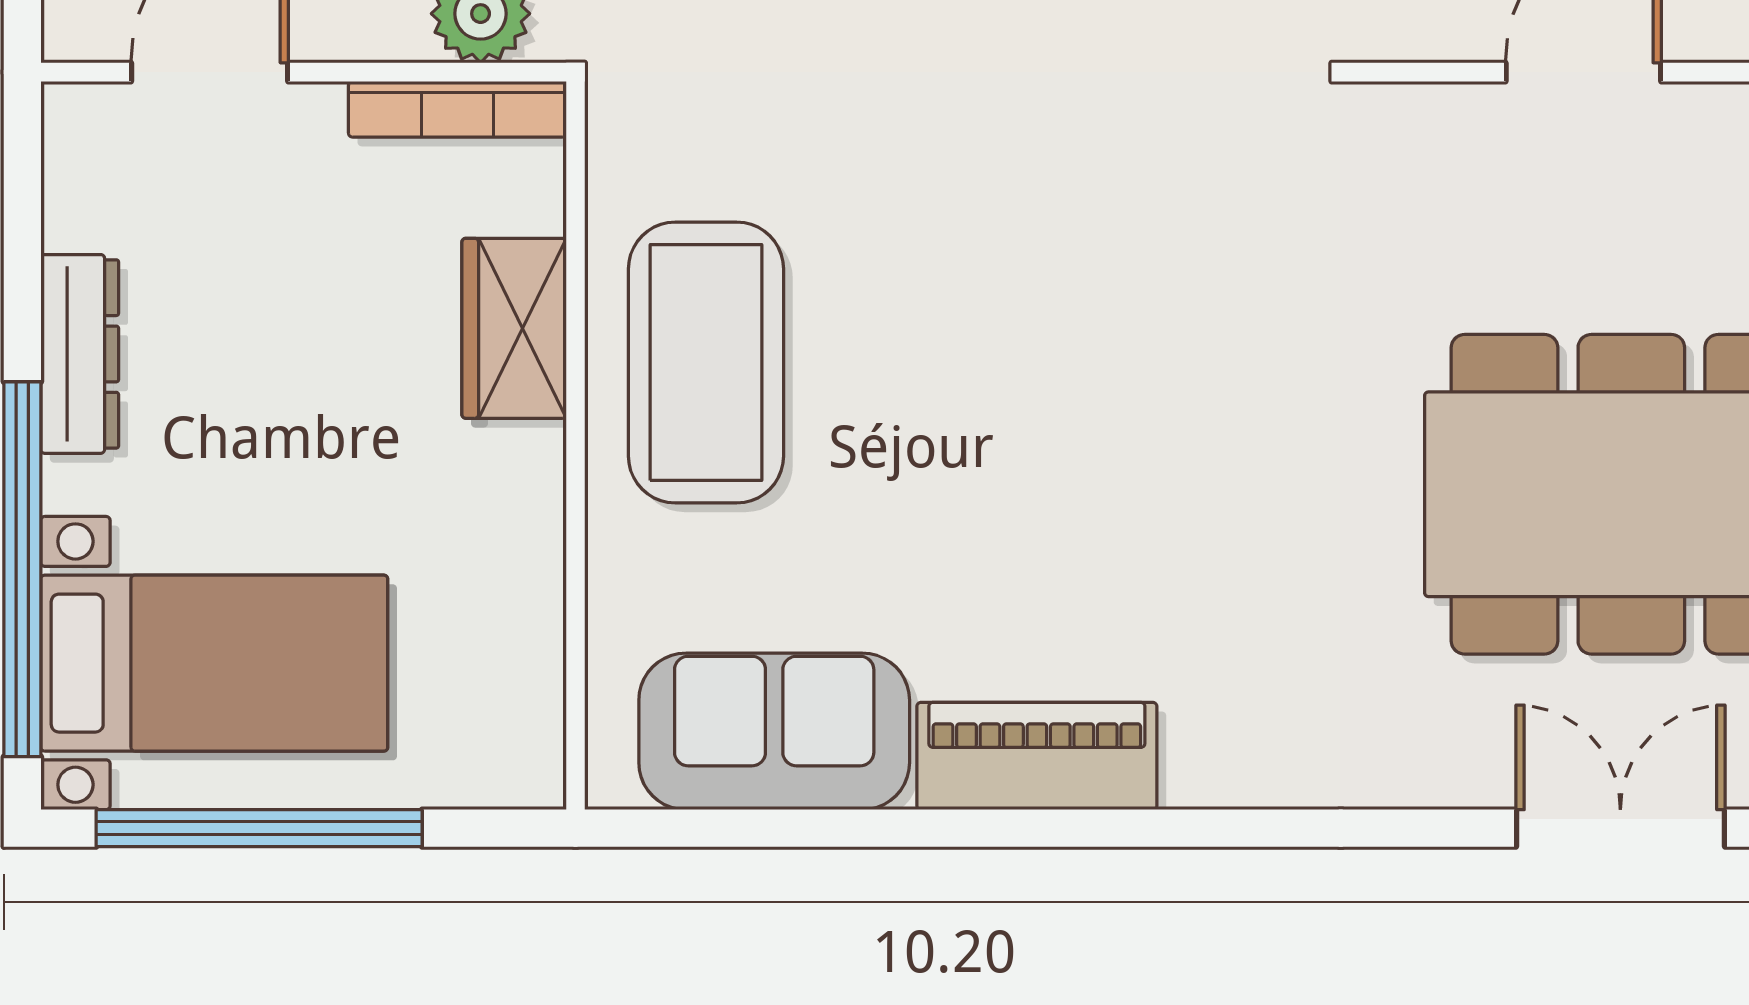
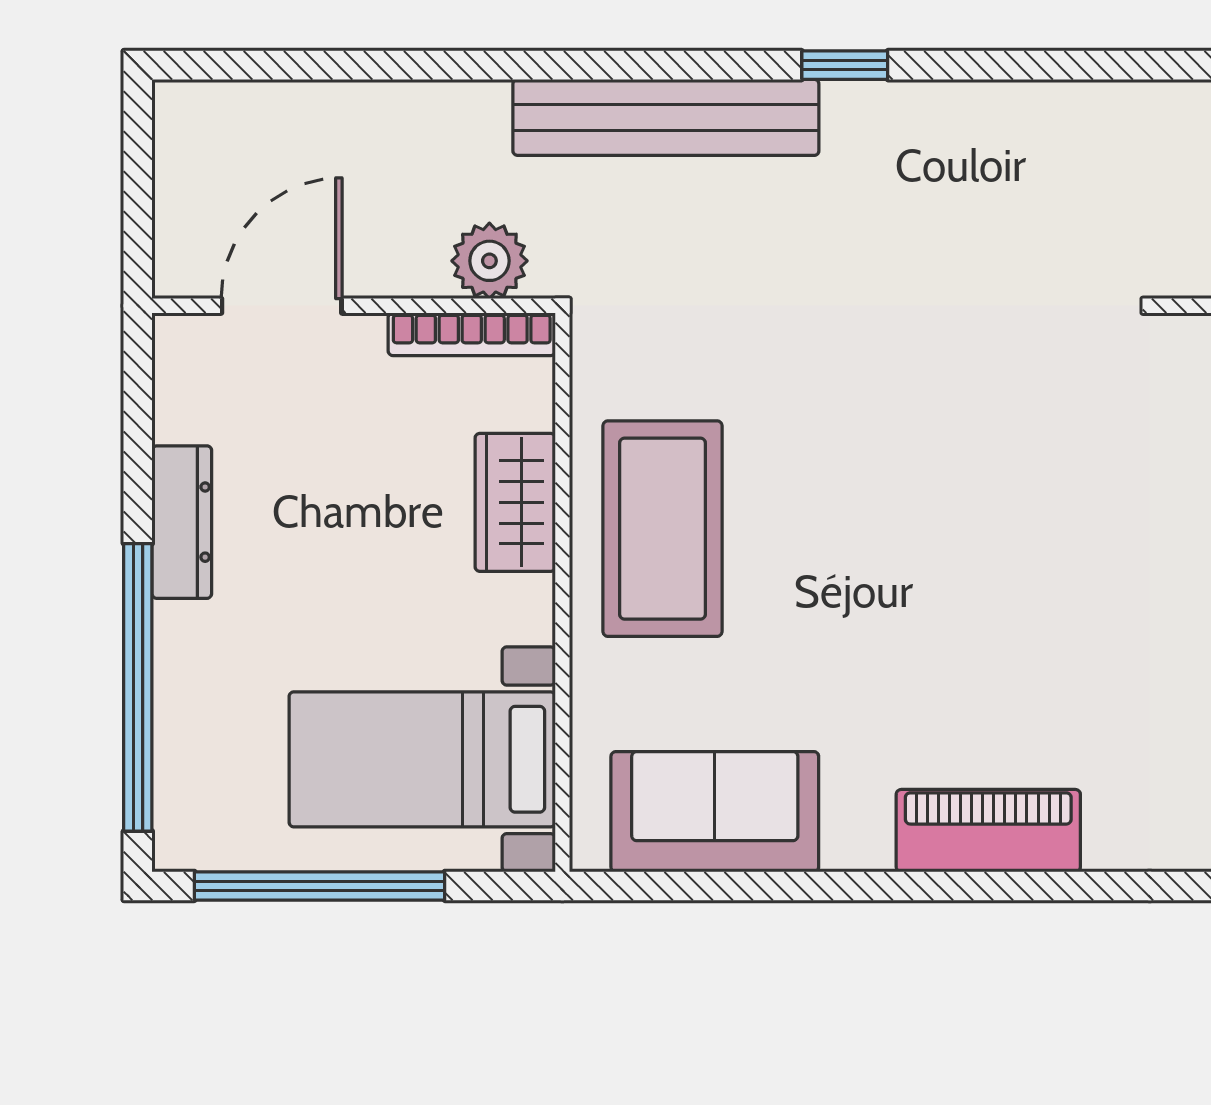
bed with nightstands: (214, 663) -> (422, 759), moved, turned 180
piano: (1037, 756) -> (988, 831), moved

